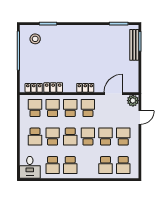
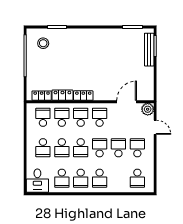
locker: (85, 88) -> (83, 96), moved
door: (140, 117) -> (155, 127), hinge flipped
school desk: (53, 137) -> (62, 148), turned 180
school desk: (106, 165) -> (100, 178), moved

